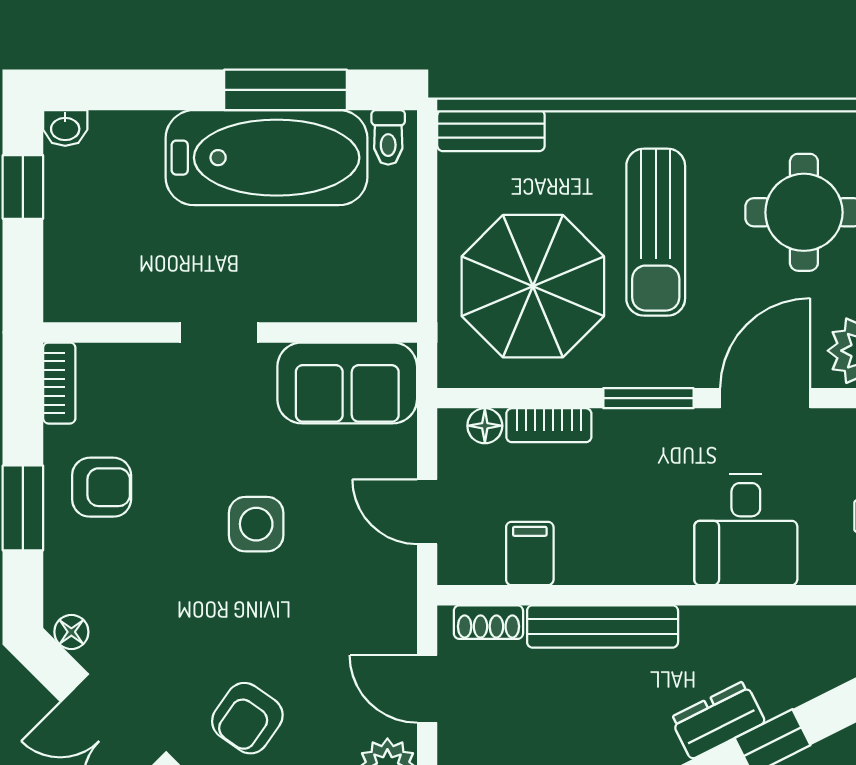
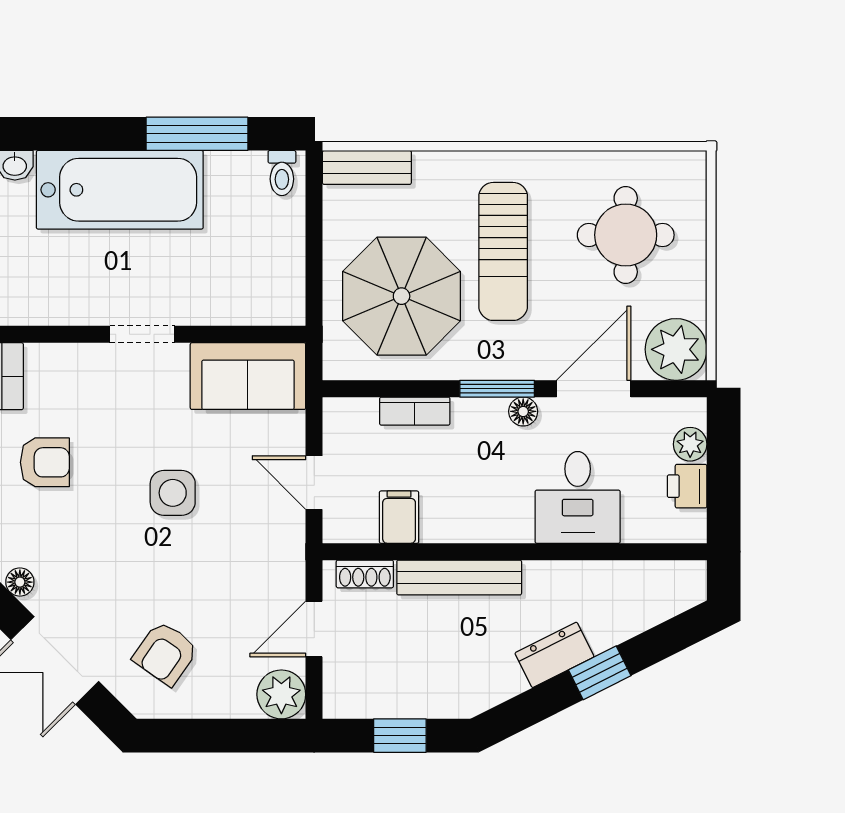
bathtub: (266, 158) -> (120, 190), moved
floor lamp: (485, 426) -> (523, 411), moved
door: (427, 689) -> (314, 629), hinge flipped

